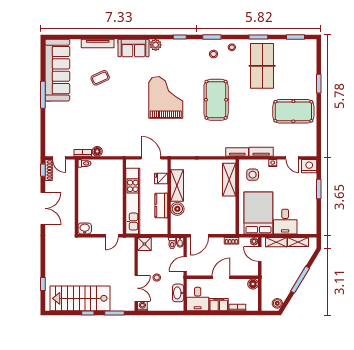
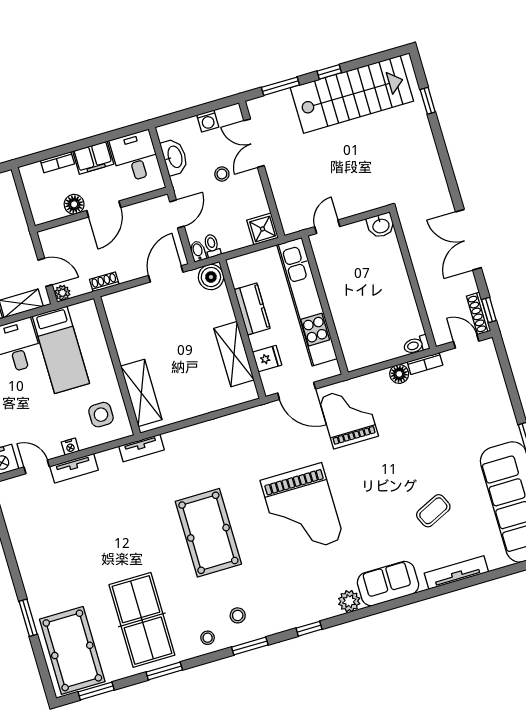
pool table: (293, 111) -> (72, 650), moved, turned 90
grand piano: (129, 137) -> (349, 417), added
tv unit: (261, 152) -> (74, 468), moved
boiler: (177, 209) -> (211, 277), moved
bed: (258, 213) -> (61, 350), width x0.67
floor lamp: (253, 284) -> (74, 204), moved
washing machine: (142, 306) -> (208, 121), moved

